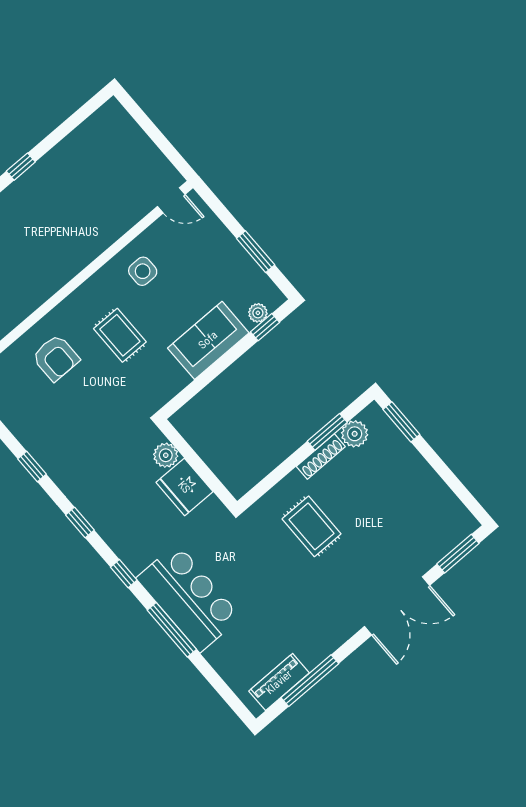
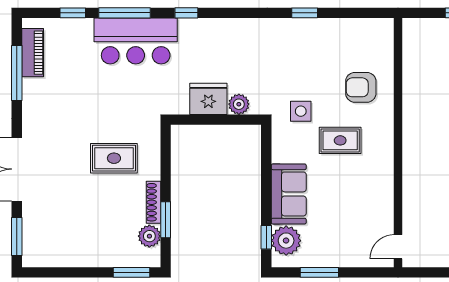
side table: (143, 271) -> (301, 111), moved
plant: (258, 313) -> (286, 241), width x1.88, depth x1.88
window: (80, 523) -> (73, 13), moved

